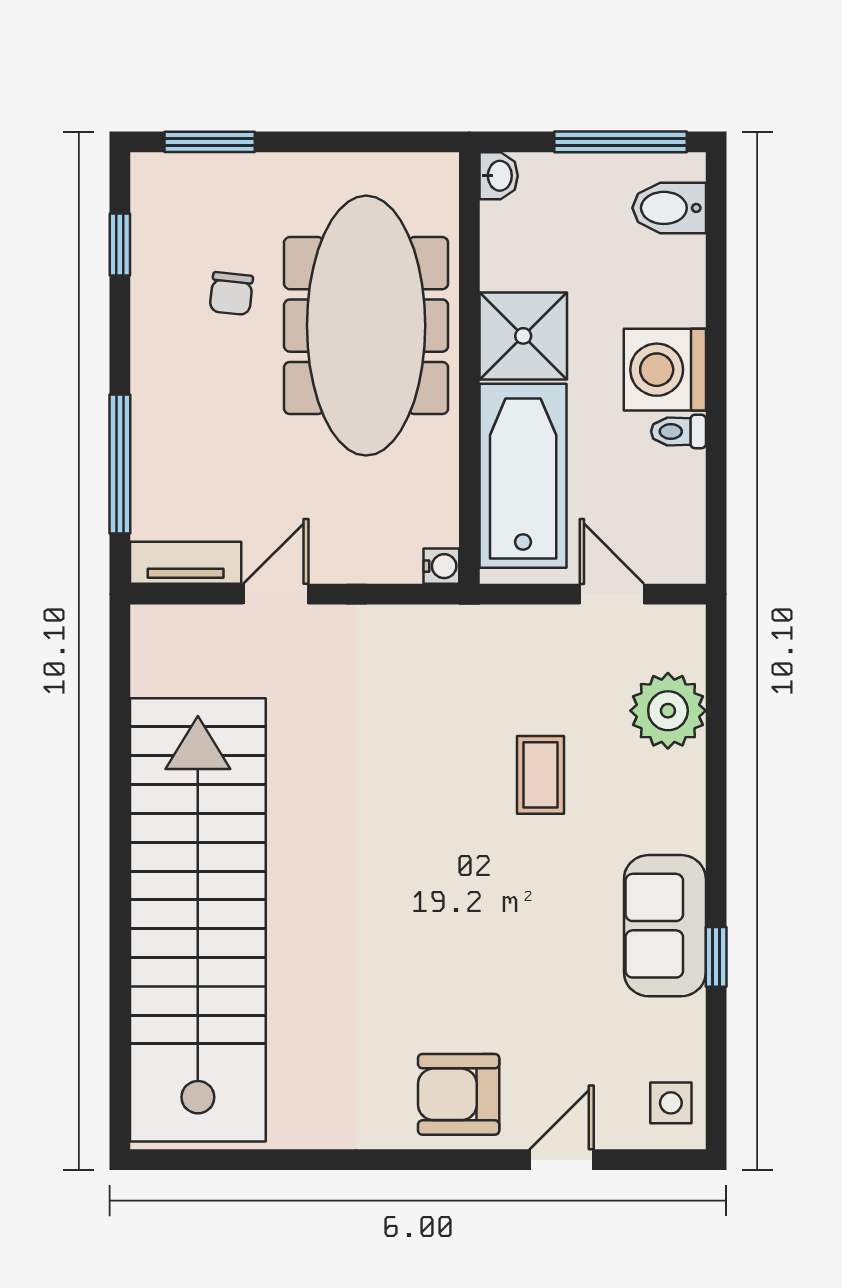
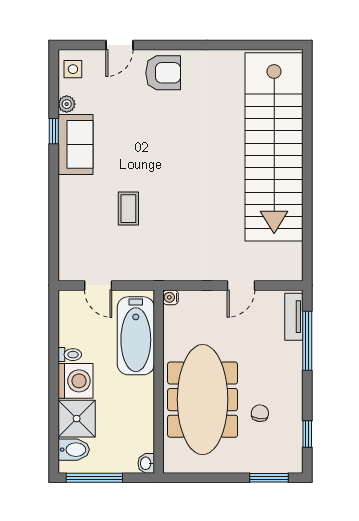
shower: (523, 336) -> (77, 419), moved
tv unit: (186, 563) -> (294, 317), moved, turned 90
plant: (668, 711) -> (67, 104), moved, width x0.53, depth x0.53

